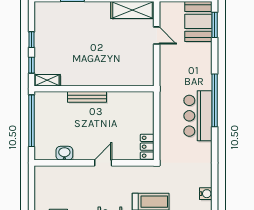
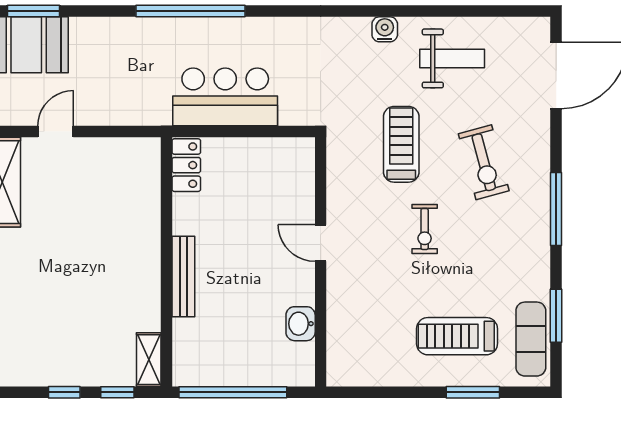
bar counter: (198, 116) -> (225, 97), moved, turned 180
locker: (147, 147) -> (186, 165), moved, turned -90

